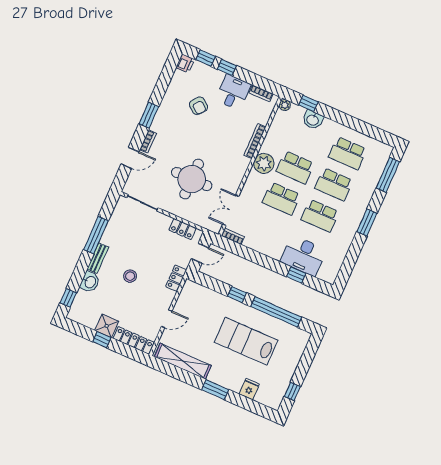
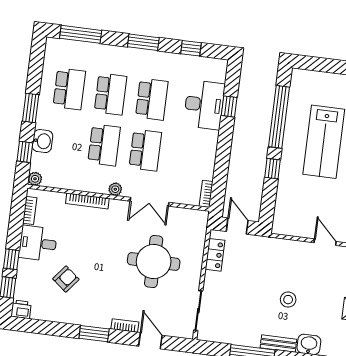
window: (342, 118) -> (31, 108), added
plant: (264, 163) -> (115, 189), width x0.53, depth x0.53
double door: (231, 210) -> (149, 202), moved
window: (351, 259) -> (191, 48), added
locker: (176, 278) -> (275, 245), removed

